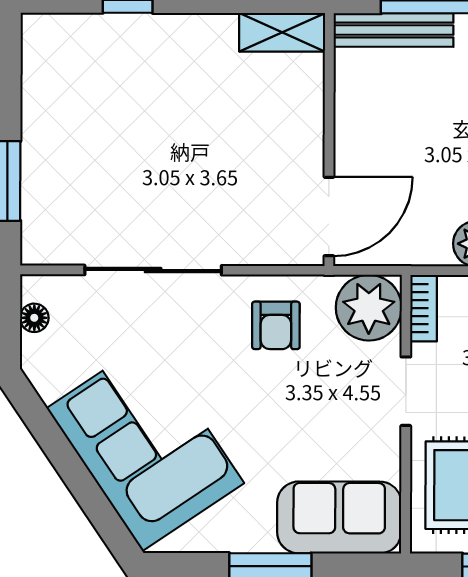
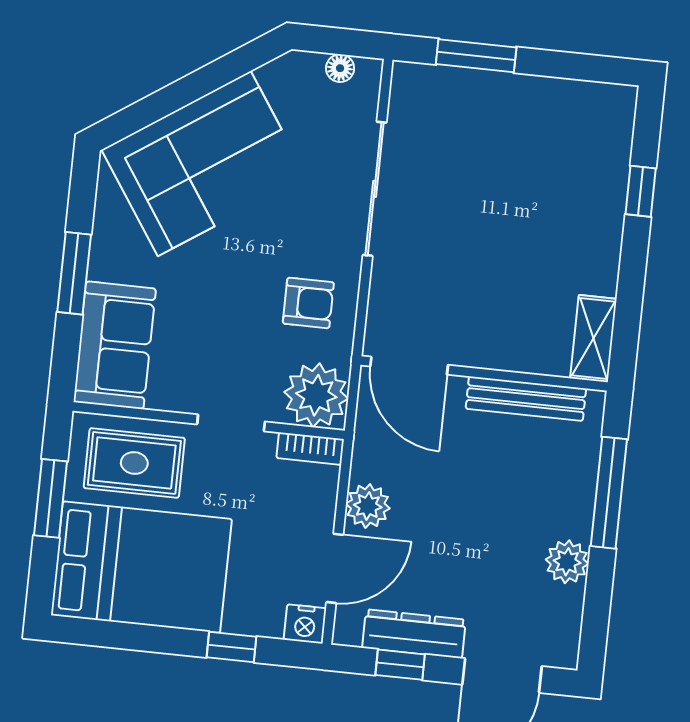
bench: (393, 30) -> (526, 399), moved, turned 90
armchair: (276, 325) -> (308, 303), turned 180

